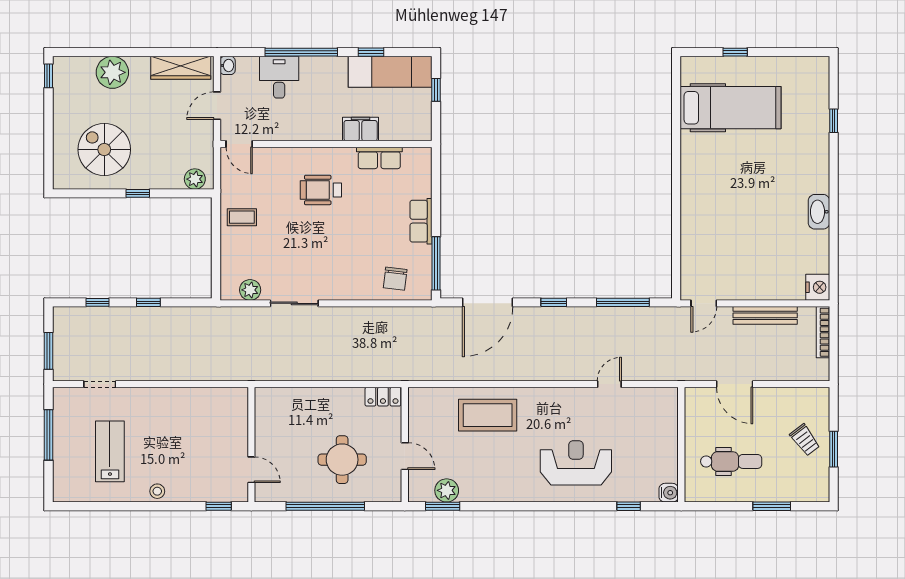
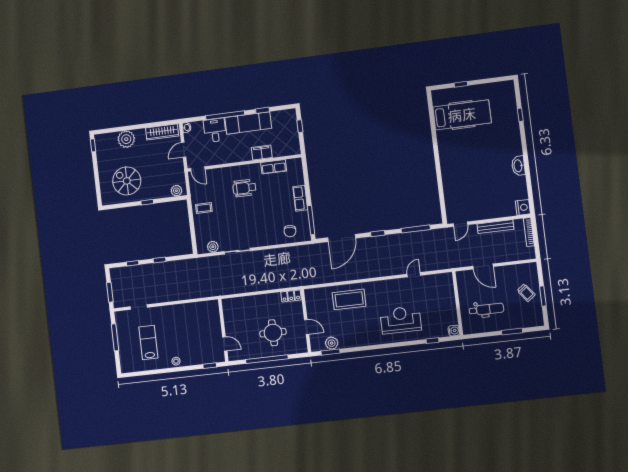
exam couch: (390, 72) -> (248, 123), moved

